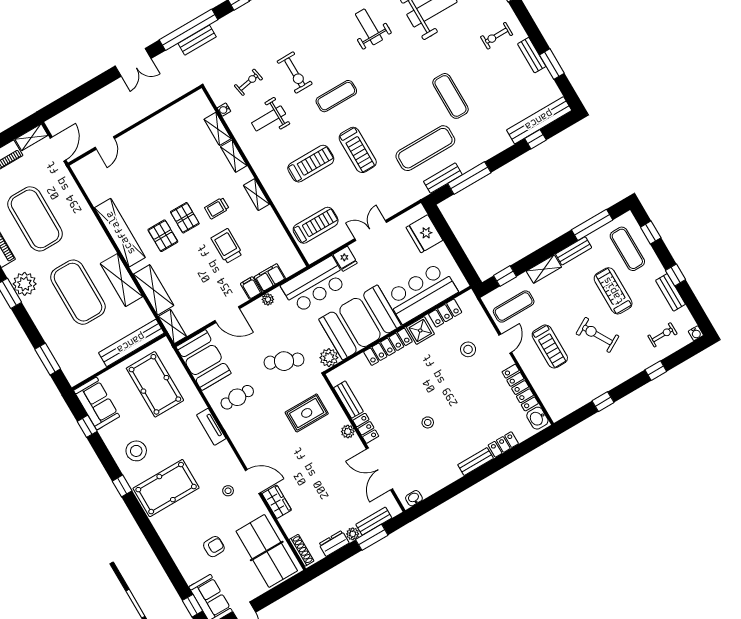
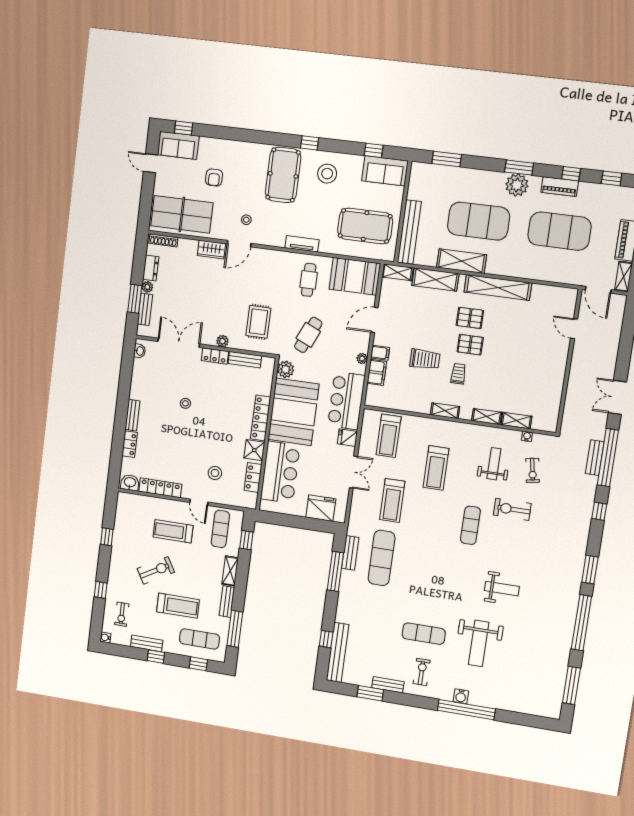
exercise mat: (451, 96) -> (424, 634), moved
treadmill: (358, 150) -> (392, 500), moved, turned -90

